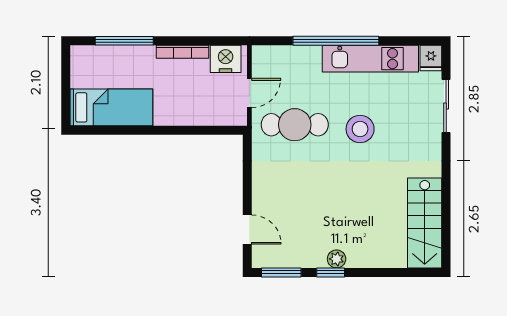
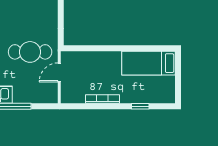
window: (124, 41) -> (140, 106), width x0.46
nightstand: (226, 59) -> (75, 95), removed

